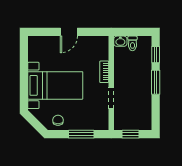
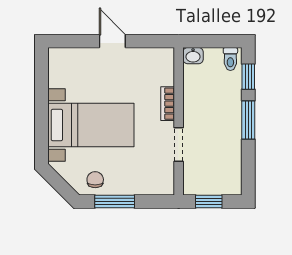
door: (69, 32) -> (112, 41), swing flipped
toilet: (132, 43) -> (230, 59), moved
window: (81, 134) -> (115, 201), moved

